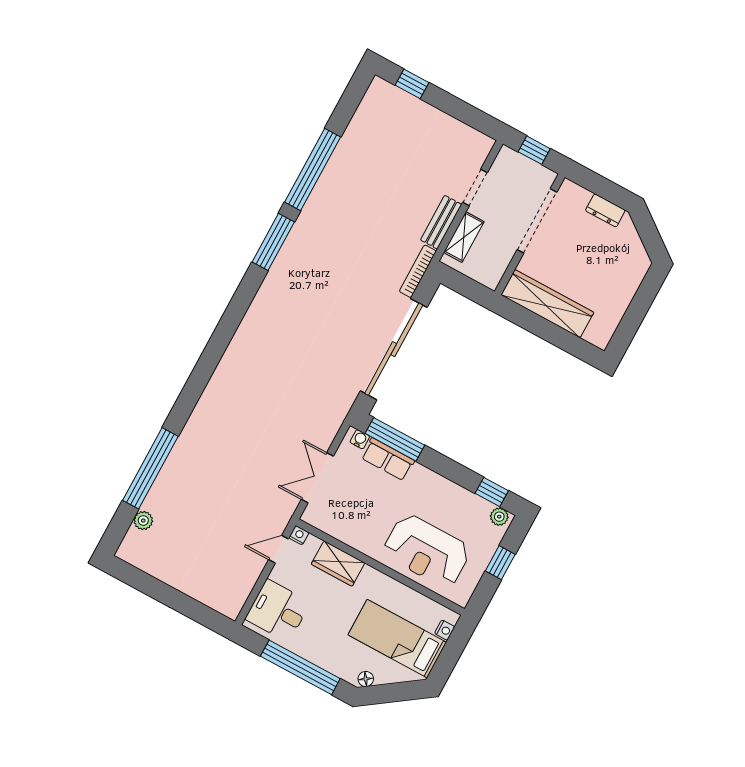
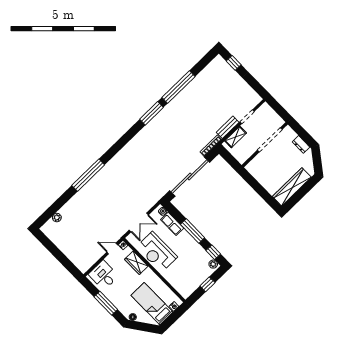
window: (534, 150) -> (278, 108), removed
wardrobe: (547, 304) -> (292, 187), moved, turned -90
window: (395, 439) -> (193, 231), moved
window: (150, 468) -> (88, 175), moved
double door: (317, 478) -> (139, 222), swing flipped
reception desk: (427, 551) -> (157, 252), moved
window: (300, 667) -> (106, 303), width x0.68

